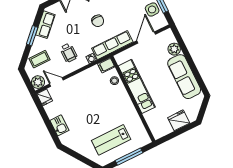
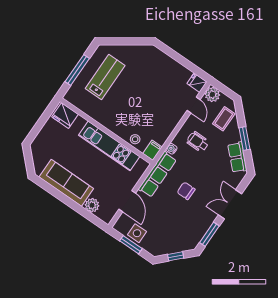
door: (56, 82) -> (194, 105), hinge flipped
fridge: (179, 120) -> (65, 116), moved, turned 90
kitchen sink: (59, 125) -> (166, 62), removed

